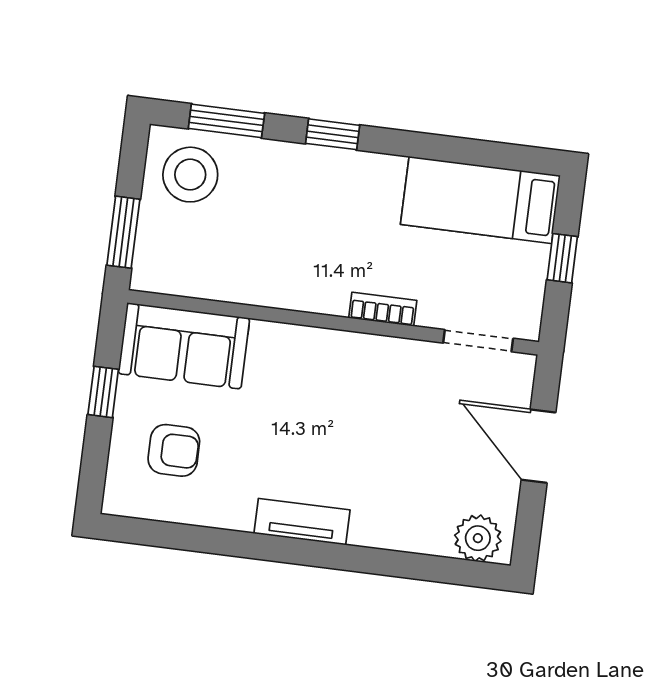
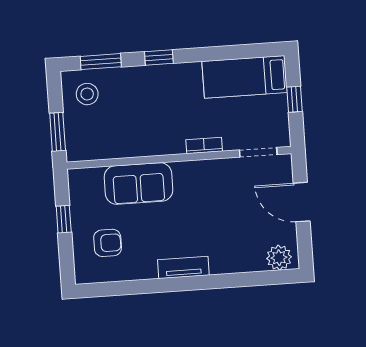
stool: (190, 175) -> (87, 94), width x0.73, depth x0.73
sofa: (184, 346) -> (138, 184), moved

